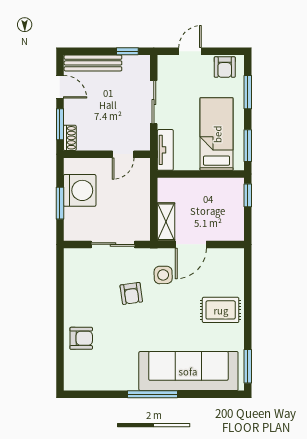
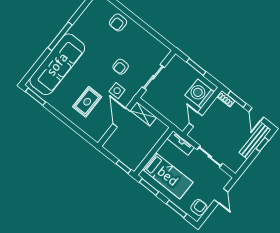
window: (127, 51) -> (262, 144), moved
armchair: (225, 67) -> (199, 207), turned 90
door: (60, 87) -> (256, 115), hinge flipped
washing machine: (80, 190) -> (200, 94), moved, turned 90
armchair: (131, 293) -> (121, 67), turned -82
rug: (221, 310) -> (87, 102), moved

